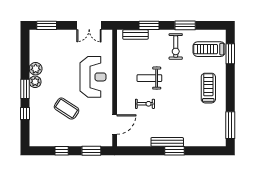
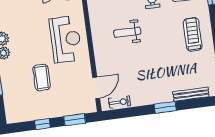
exercise bike: (145, 104) -> (120, 102), moved
coffee table: (67, 109) -> (42, 77), turned 57
bench: (167, 142) -> (191, 94), moved

